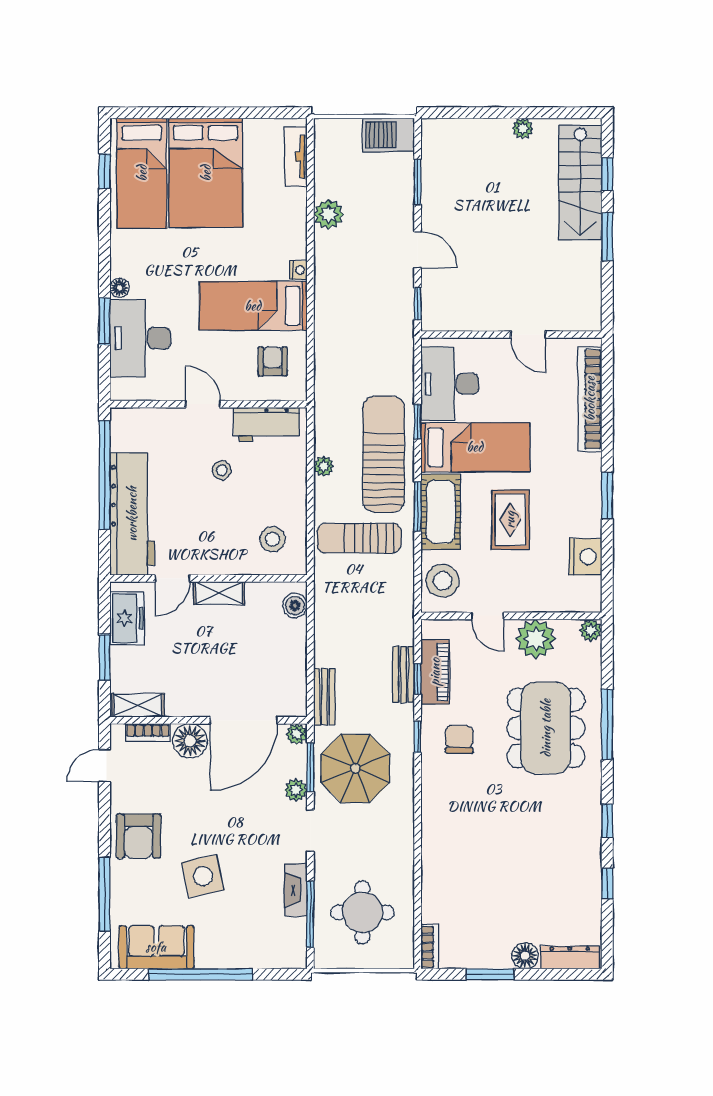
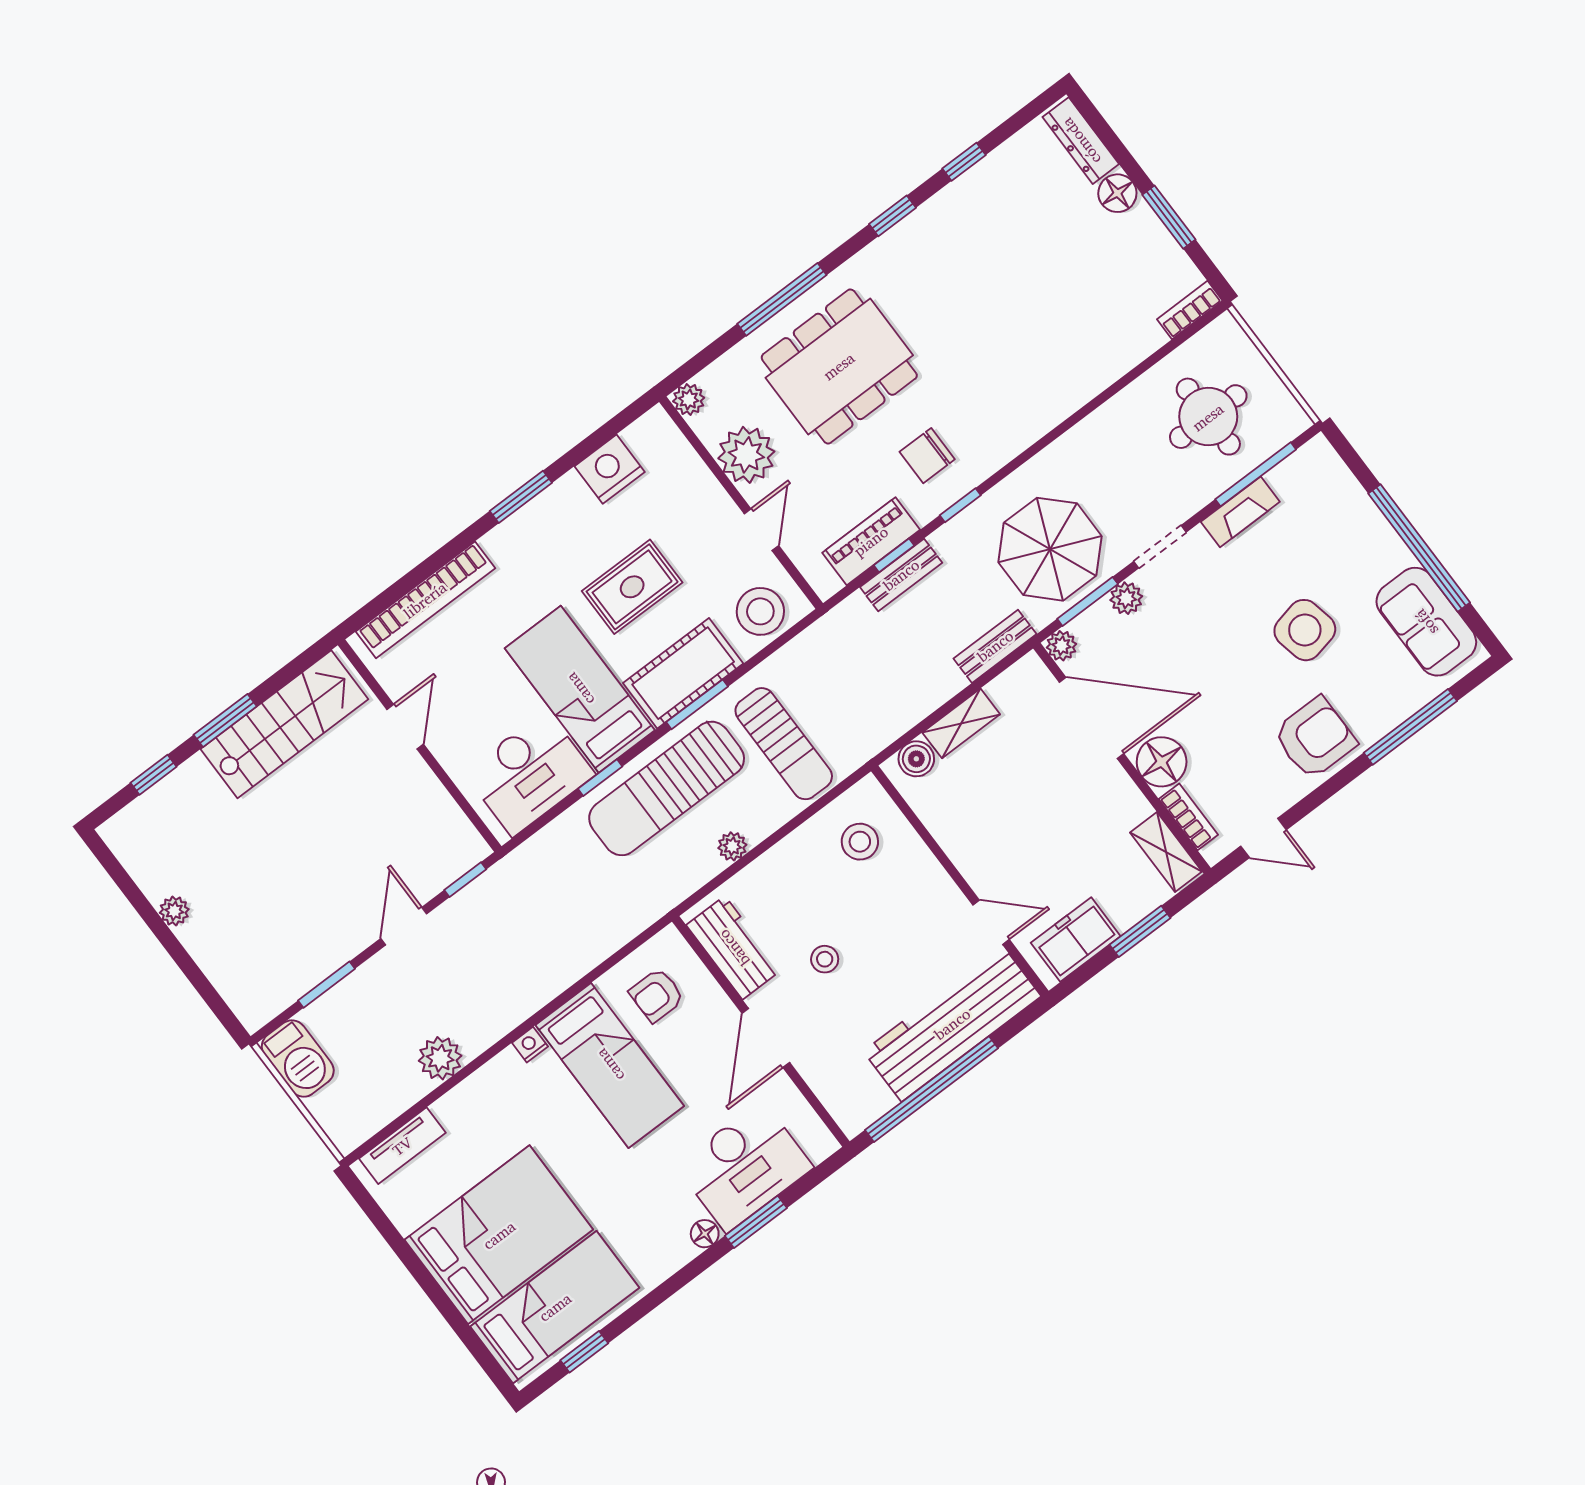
stairs: (580, 183) -> (284, 724), moved
door: (203, 404) -> (766, 1038), width x1.38
shelving: (219, 593) -> (961, 723), moved, turned 90

